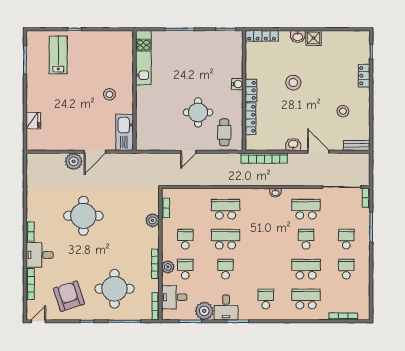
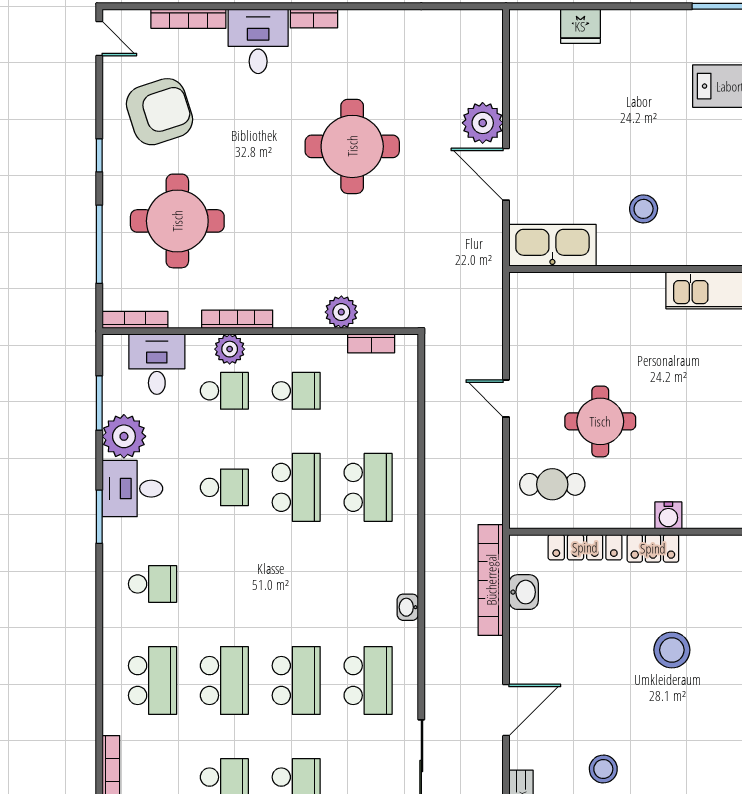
washbasin: (293, 144) -> (524, 592), moved
school desk: (306, 239) -> (296, 681), width x1.85

